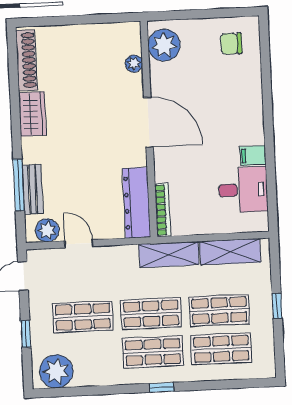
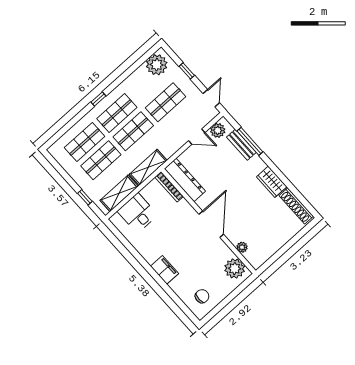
door: (148, 122) -> (211, 224), swing flipped
filing cabinet: (253, 156) -> (165, 270), moved, width x2.00
desk: (243, 190) -> (138, 213), moved, turned 90
window: (277, 306) -> (85, 197), moved

